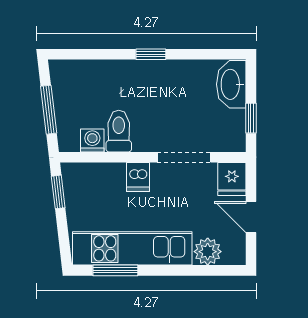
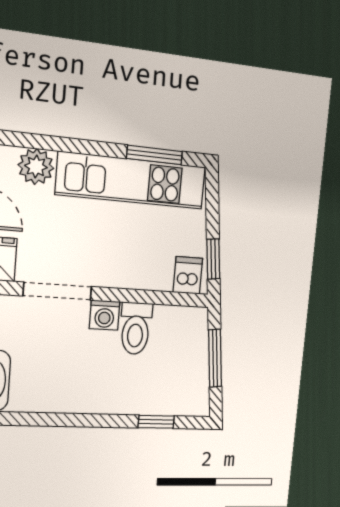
window: (151, 54) -> (156, 422), moved
washing machine: (92, 140) -> (105, 315), moved
dishwasher: (138, 177) -> (188, 275), moved

